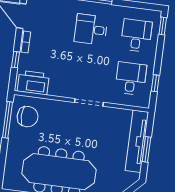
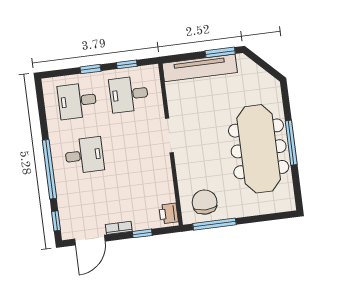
window: (163, 26) -> (90, 69), moved
desk: (91, 29) -> (84, 155), turned -90
printer: (33, 83) -> (169, 213), width x0.53, depth x0.68
window: (147, 149) -> (220, 52), moved

